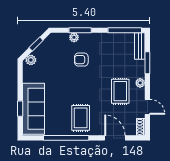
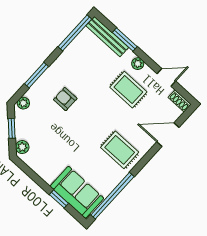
plant: (74, 37) -> (23, 103), moved
bench: (140, 46) -> (107, 37), width x1.36
armchair: (81, 60) -> (65, 99), turned 90
sofa: (33, 109) -> (77, 192), width x0.73
window: (66, 138) -> (112, 196), moved

